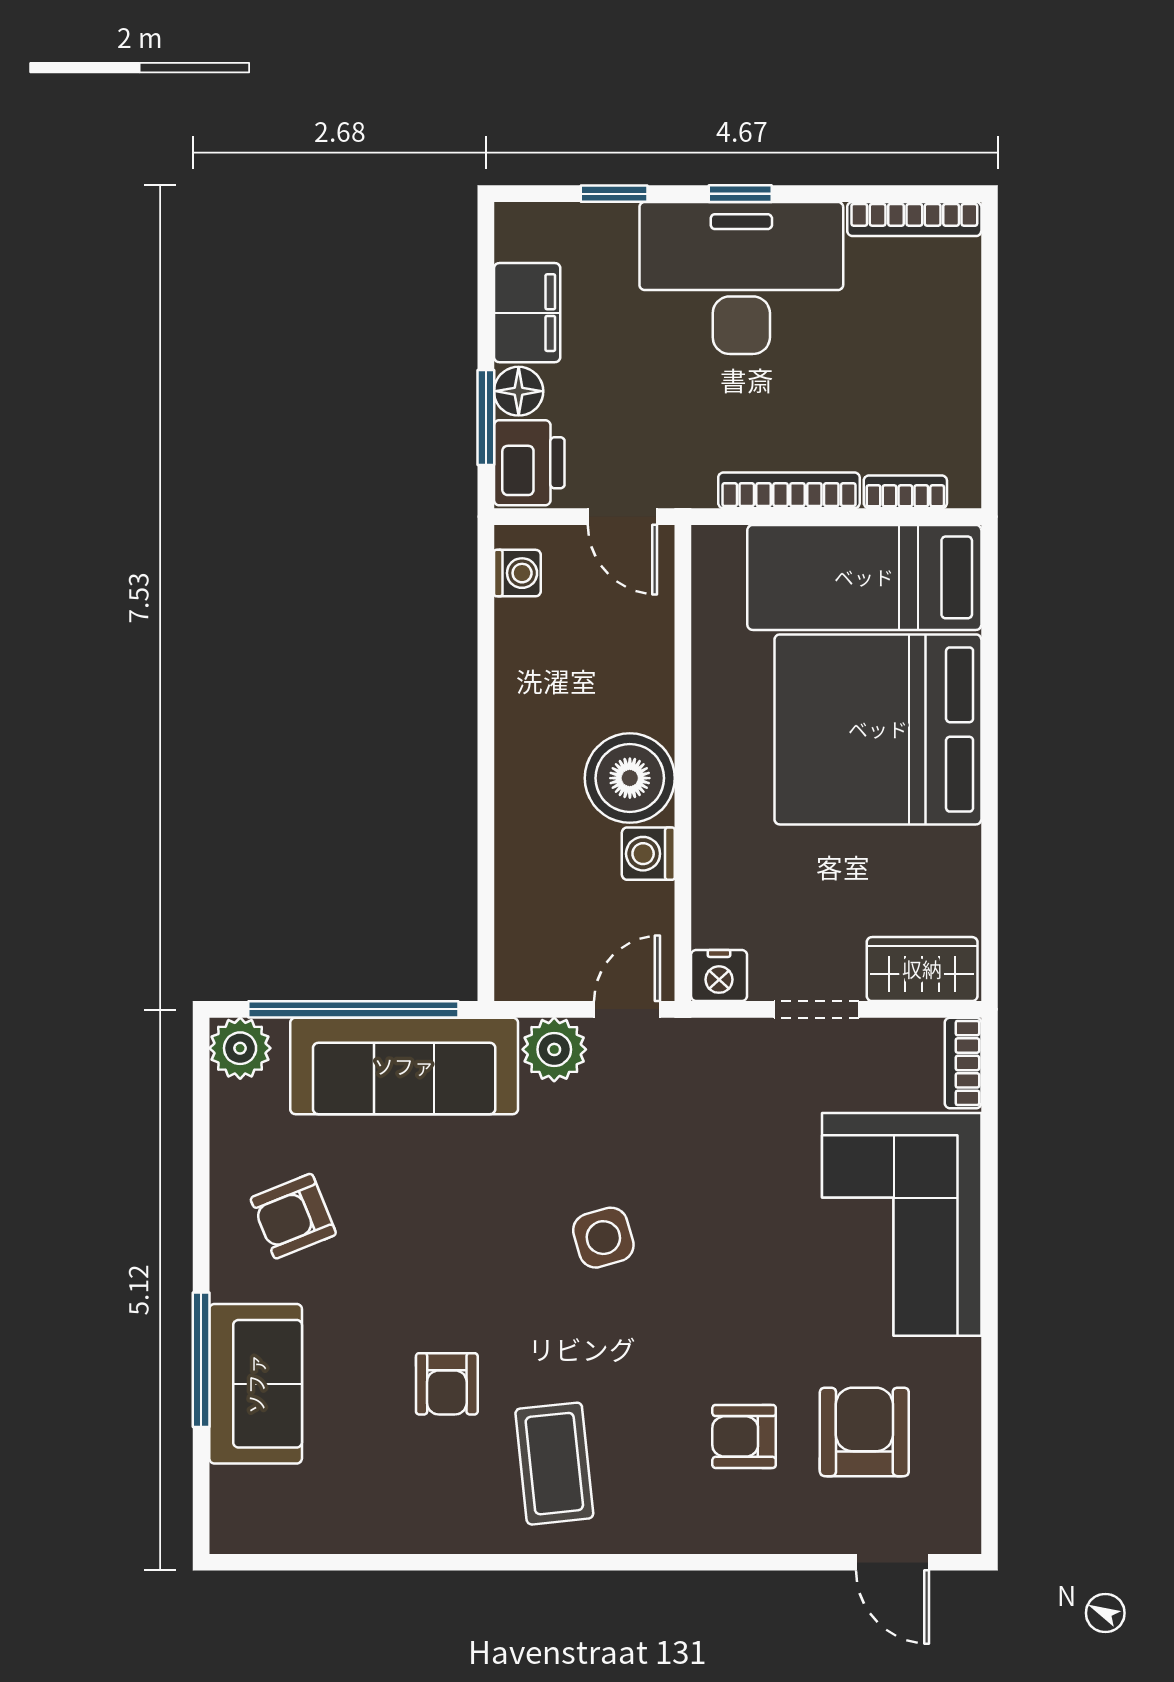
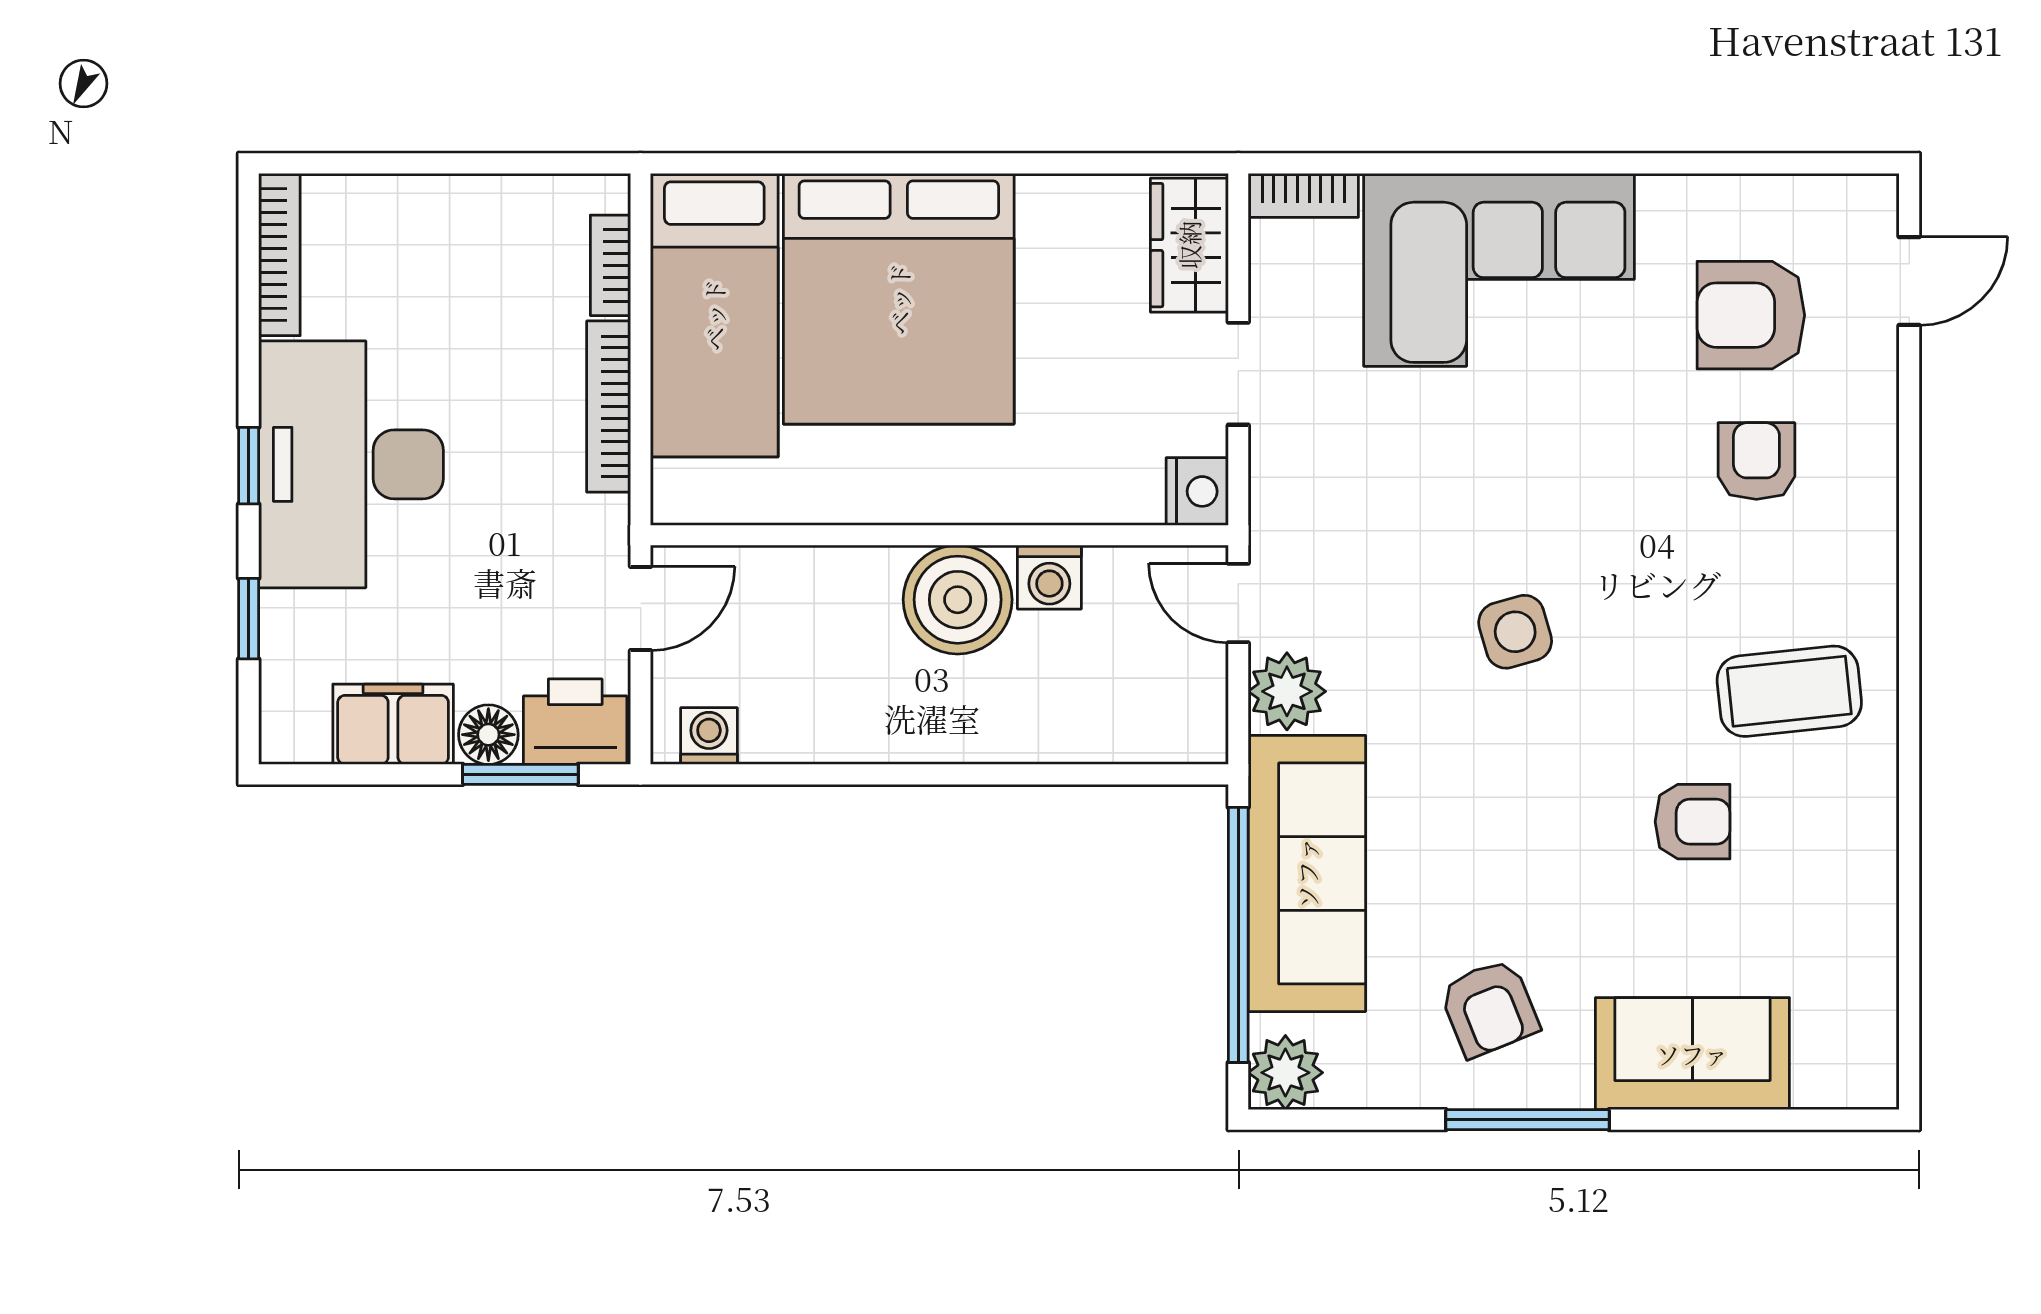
window: (201, 1360) -> (1528, 1120), moved
armchair: (744, 1436) -> (1756, 461), turned 180

